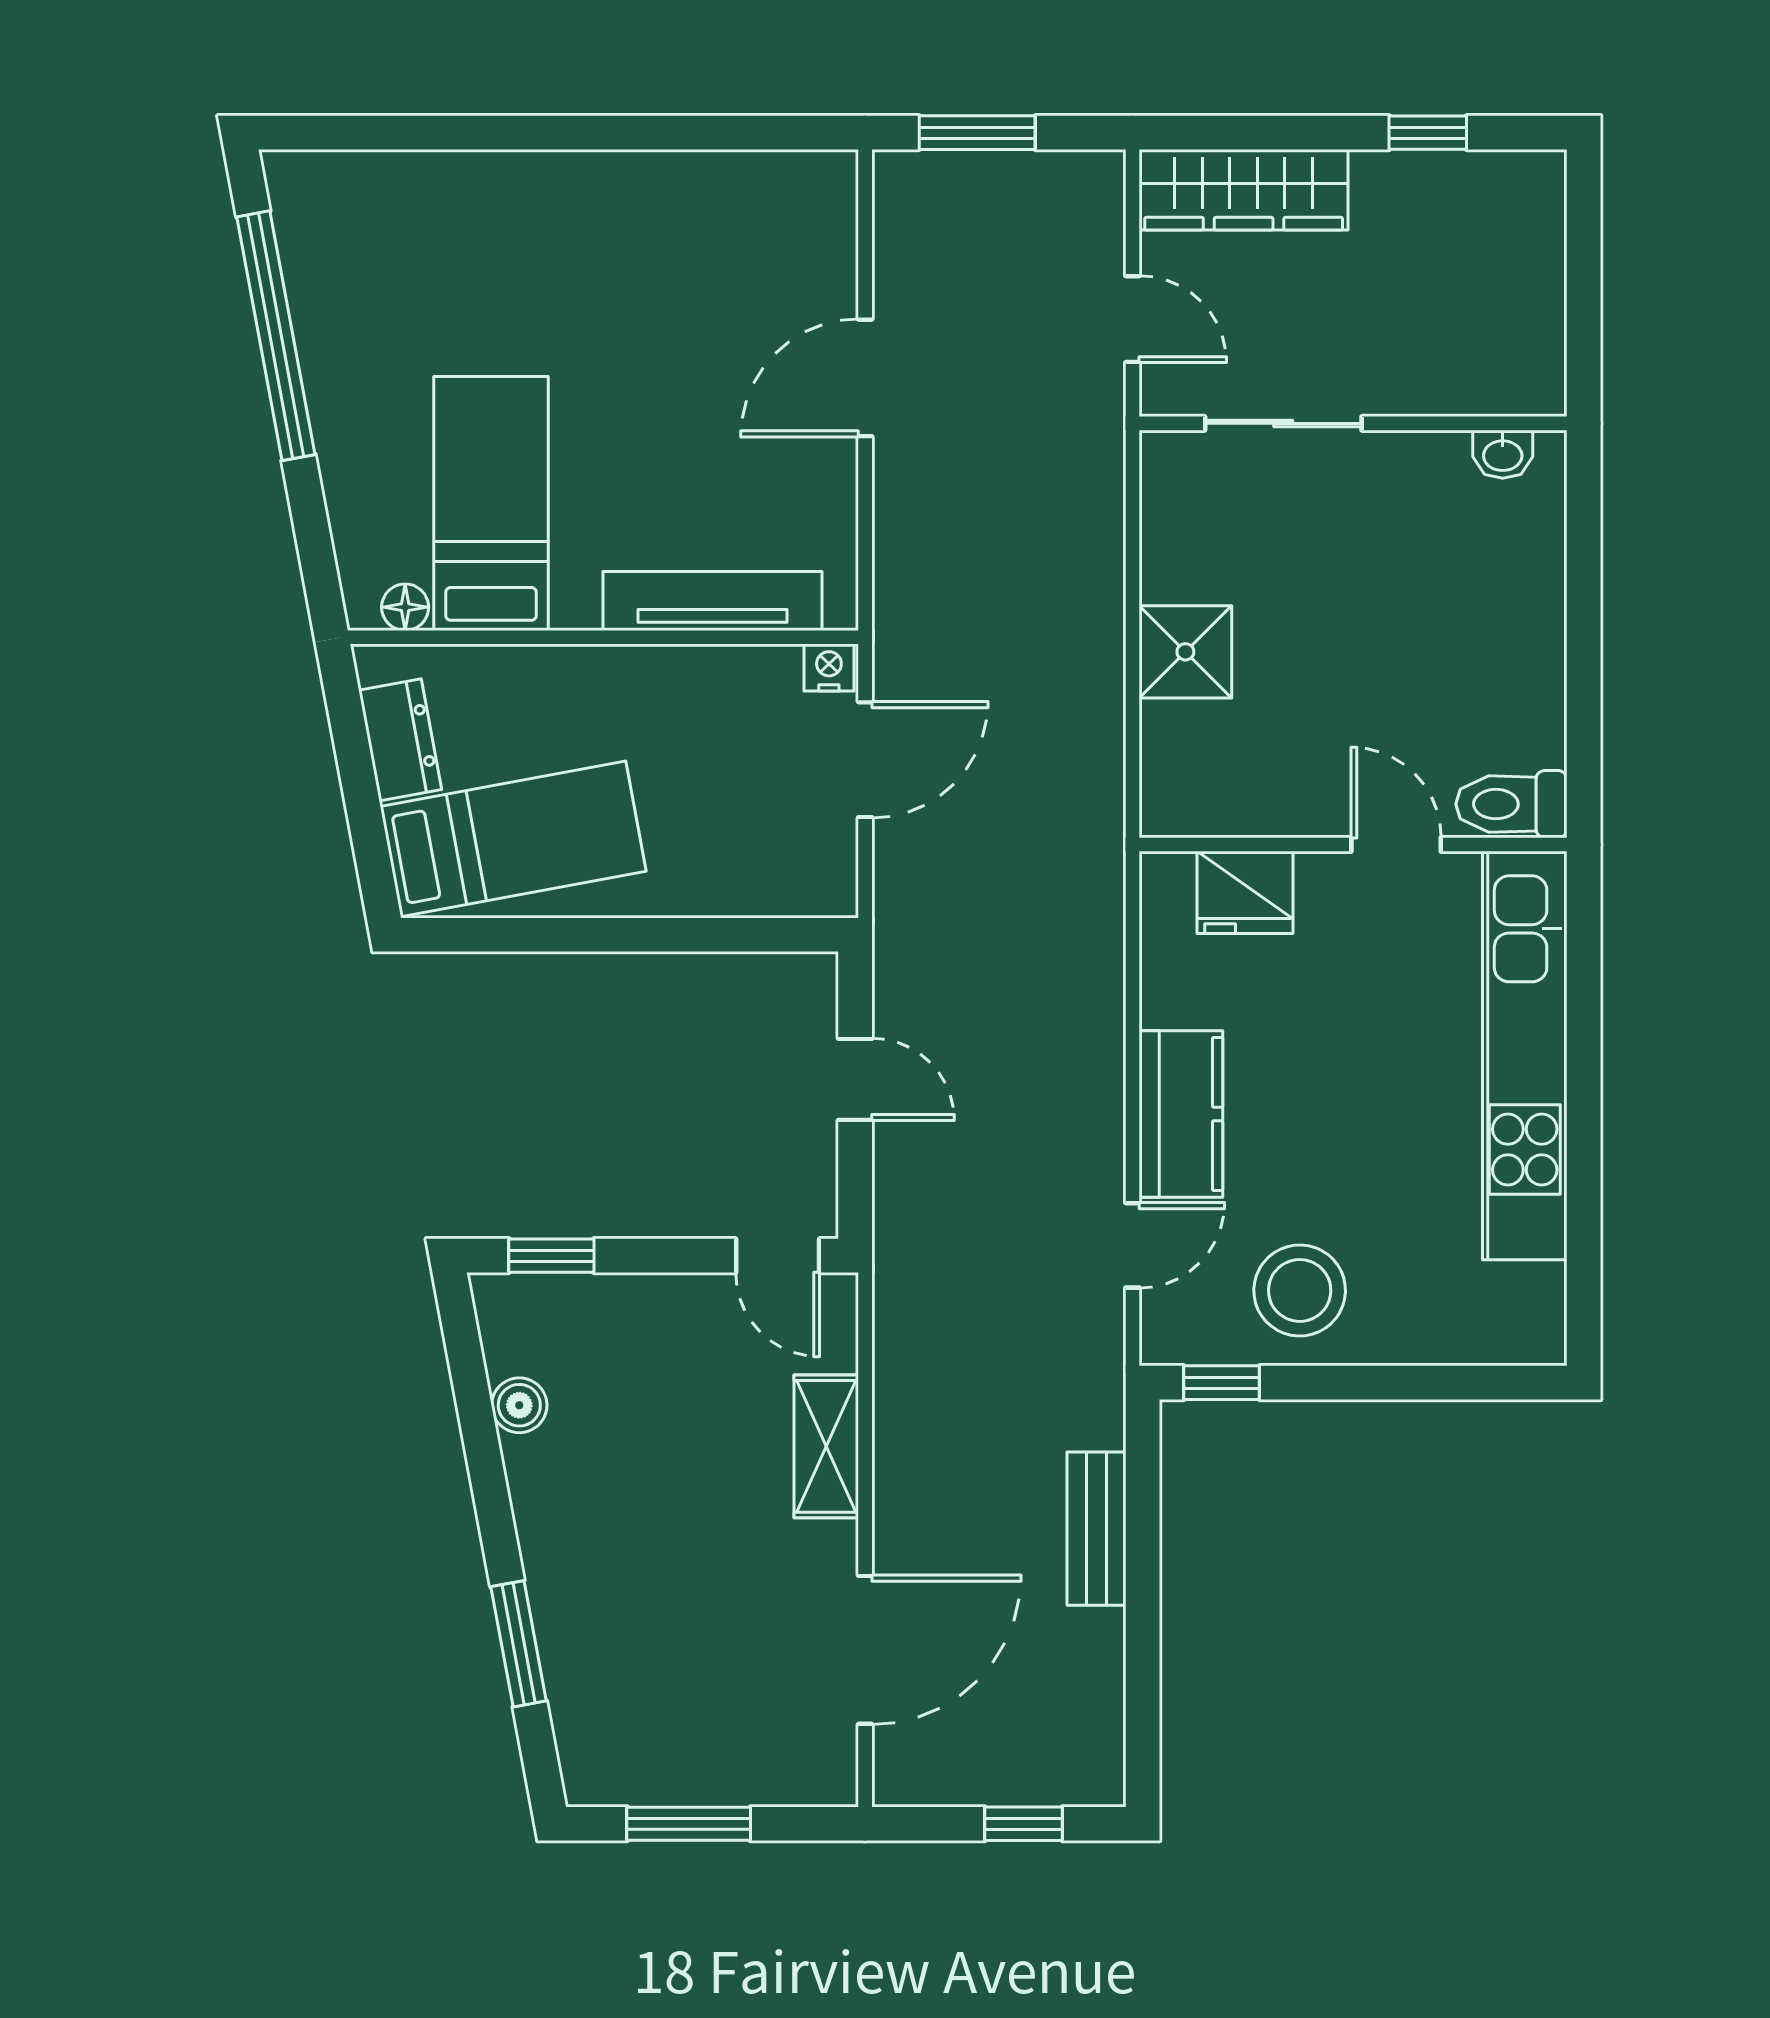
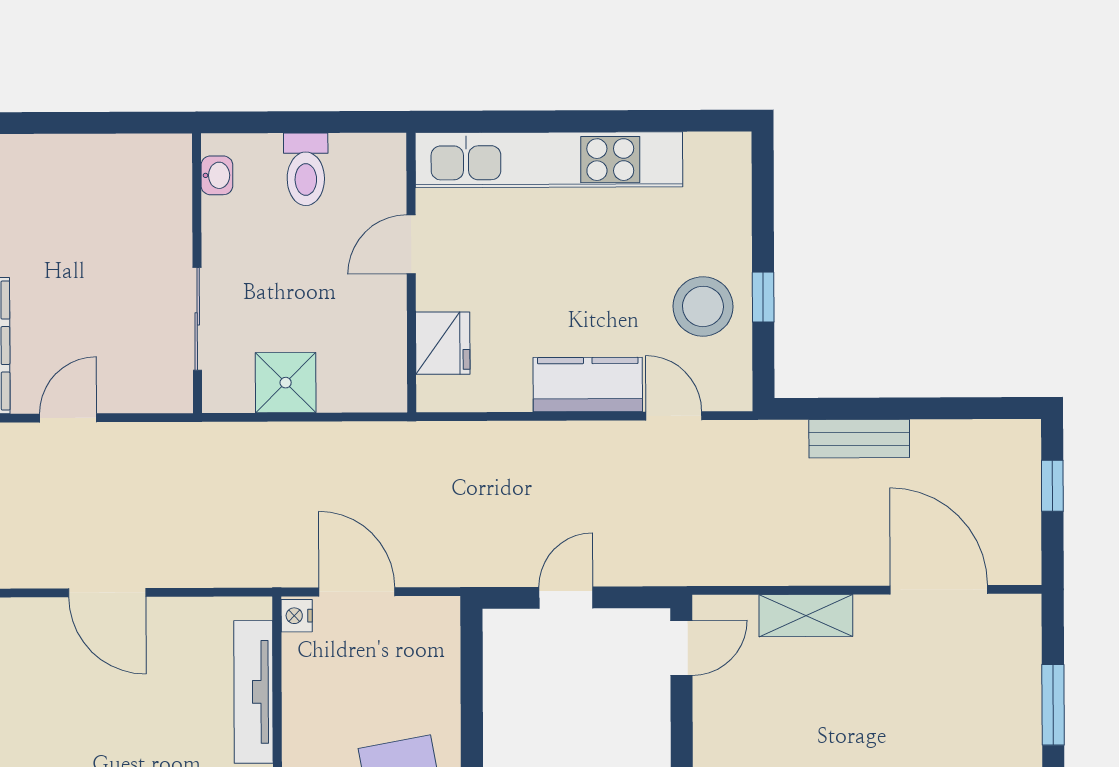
sliding door: (1283, 423) -> (197, 319), moved
wall: (1353, 423) -> (197, 273), moved
washbasin: (1503, 454) -> (217, 175), moved
toilet: (1511, 804) -> (306, 169), moved
window: (1222, 1383) -> (763, 297), moved

